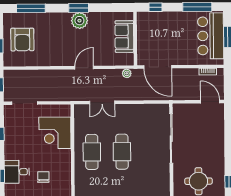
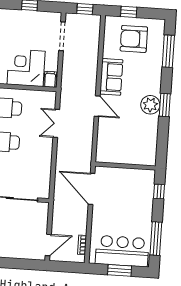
sofa: (124, 37) -> (111, 77), moved, turned 90
door: (158, 67) -> (92, 189), hinge flipped
plant: (127, 73) -> (87, 154), removed
filing cabinet: (64, 111) -> (50, 79), added

